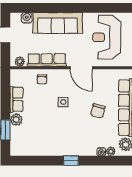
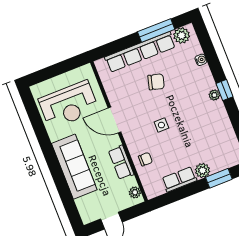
water cooler: (27, 18) -> (82, 204), removed
row of seats: (47, 60) -> (121, 162), width x0.68
door: (81, 68) -> (115, 120), swing flipped
plant: (111, 151) -> (214, 95), moved

